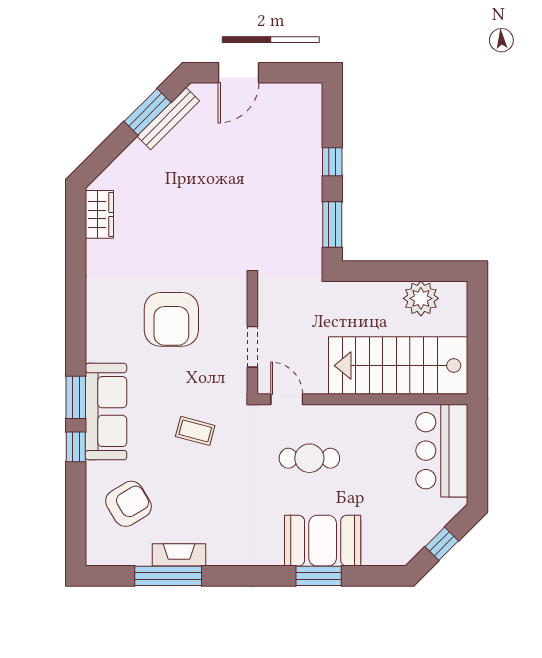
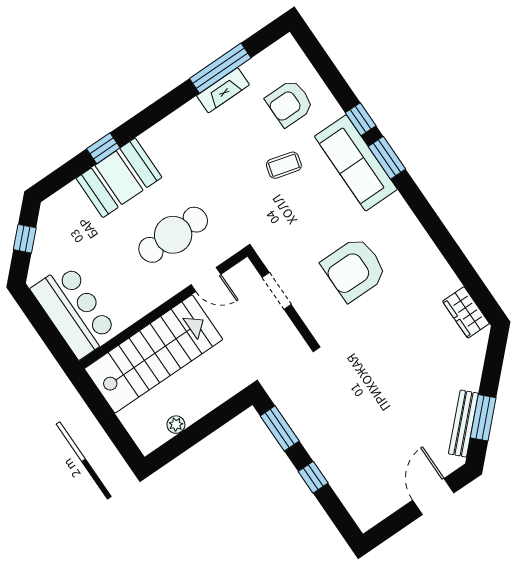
plant: (421, 298) -> (176, 425), width x0.53, depth x0.53
armchair: (171, 319) -> (354, 269), turned -90
door: (287, 399) -> (206, 279), moved
coffee table: (195, 431) -> (284, 165), moved
cafe table: (309, 458) -> (173, 235), width x1.37, depth x1.35
armchair: (128, 504) -> (289, 103), turned 31
window: (319, 576) -> (103, 148), width x0.67

